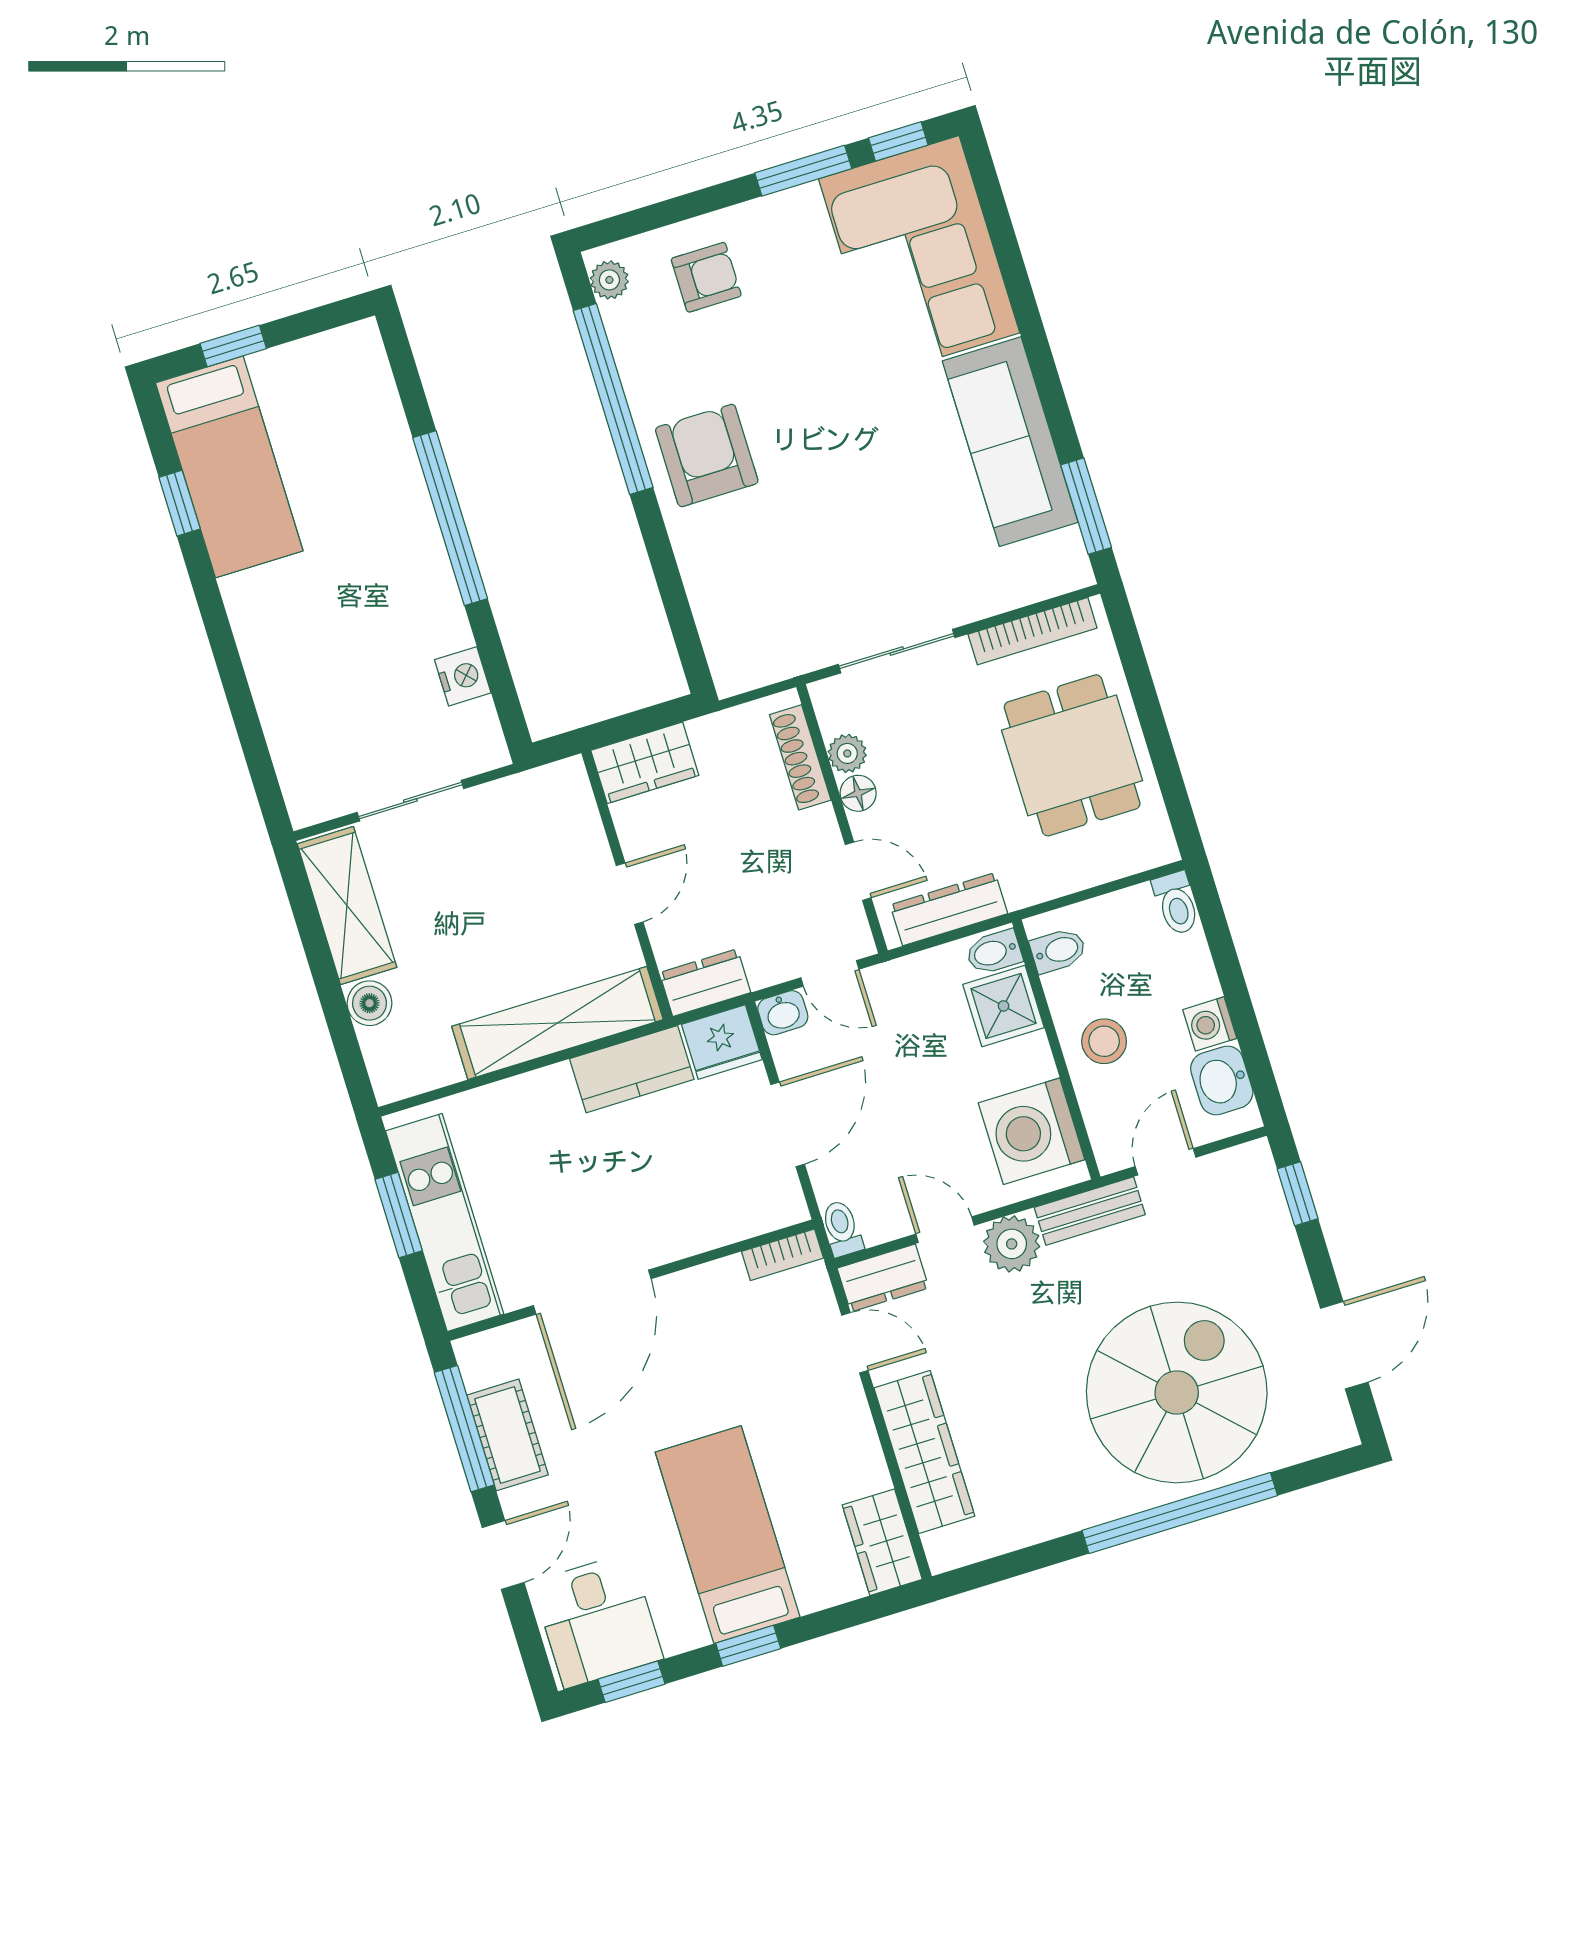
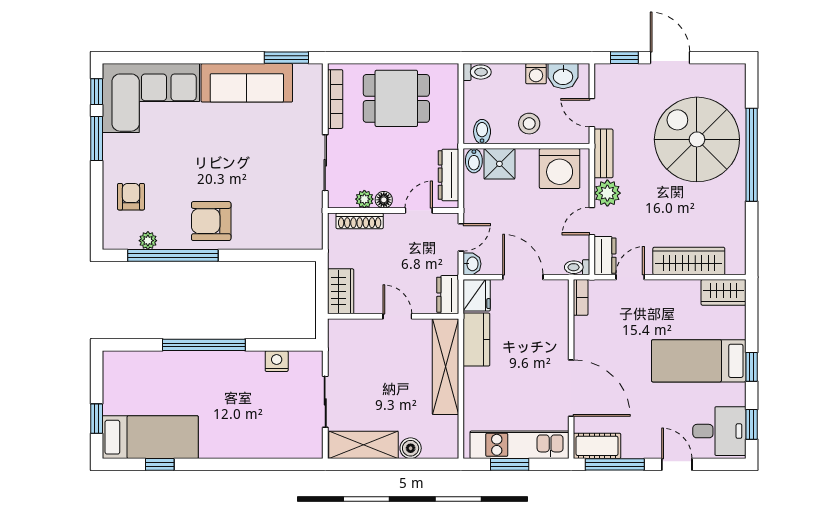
plant: (609, 280) -> (148, 241), moved
door: (1344, 1345) -> (670, 58), moved
cot: (508, 1435) -> (597, 446), moved

